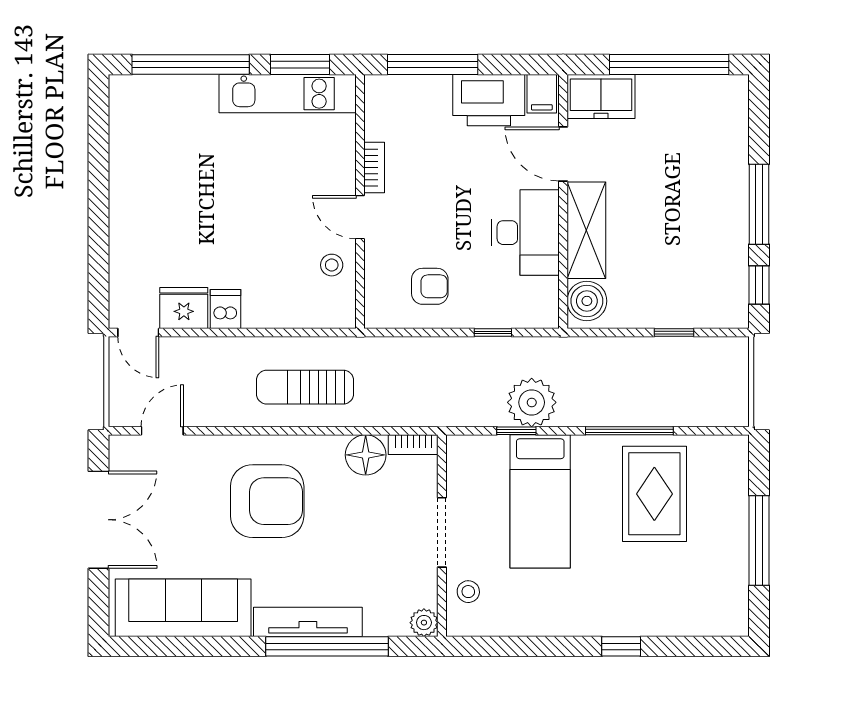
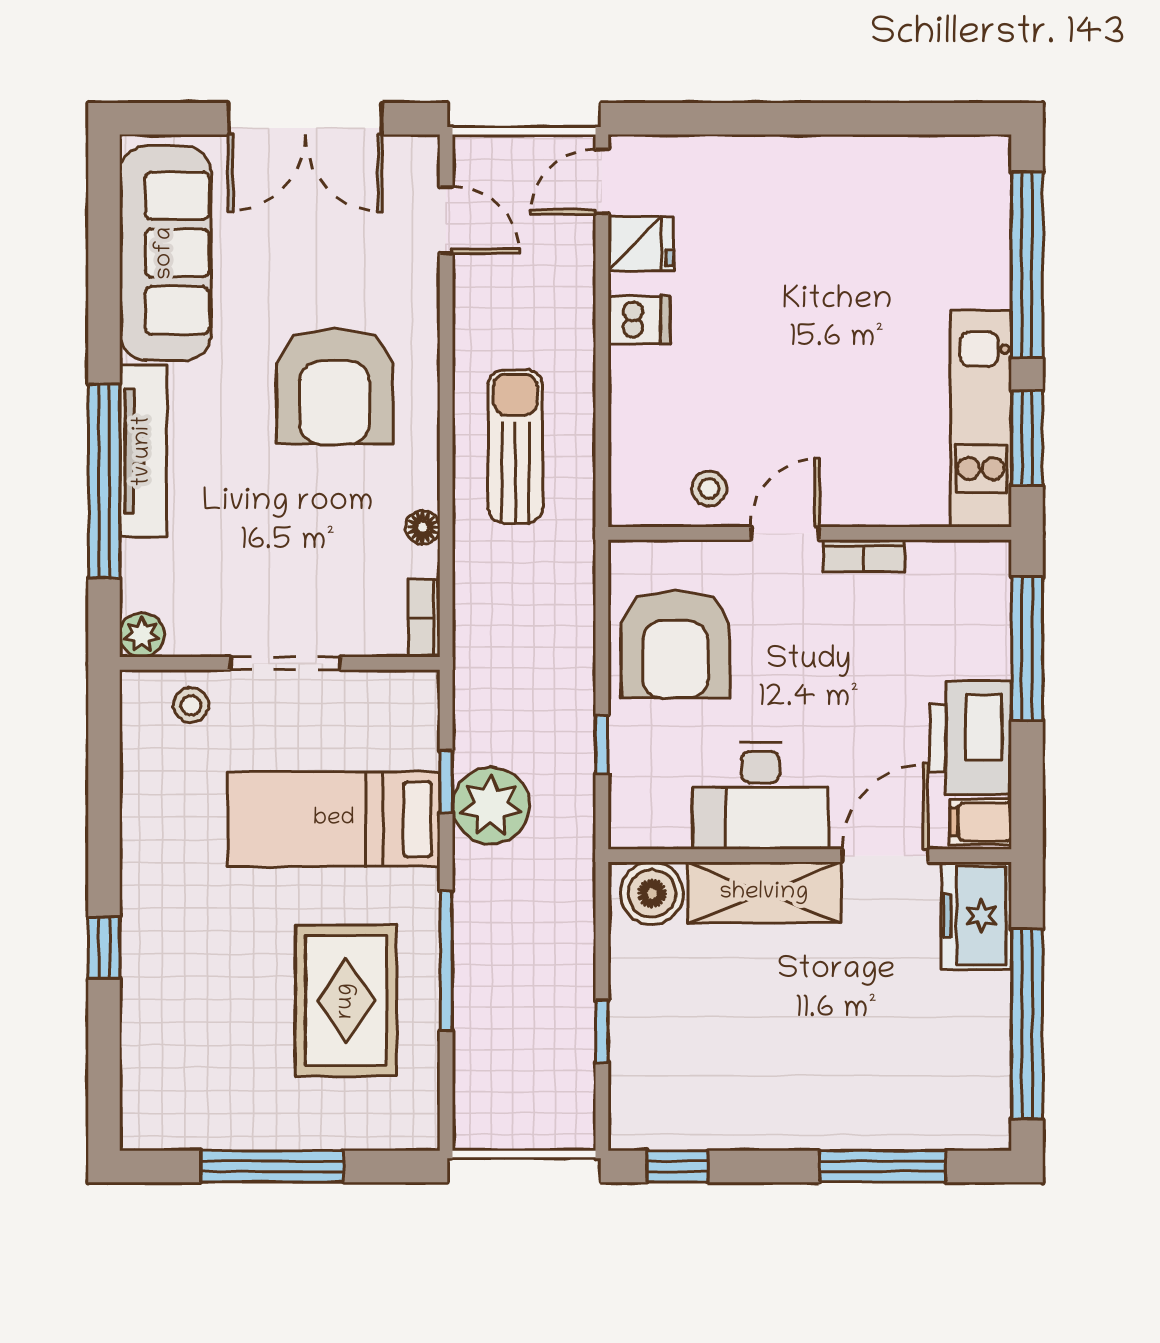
window: (759, 204) -> (883, 1166), moved
armchair: (430, 286) -> (675, 644), width x1.88, depth x1.88
fridge: (184, 308) -> (641, 243), width x0.72
floor lamp: (366, 455) -> (423, 527), width x0.53, depth x0.53
rug: (654, 494) -> (346, 1001), turned 90

